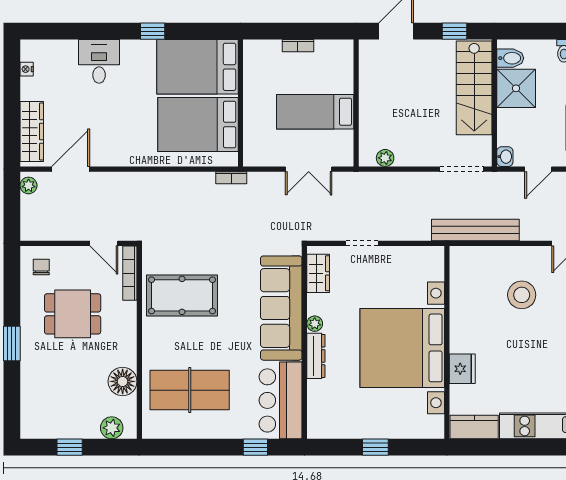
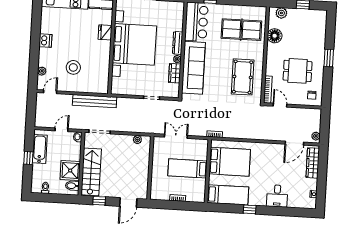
bed: (197, 67) -> (228, 195), width x0.67
bed: (315, 112) -> (188, 168), moved, turned 180
wardrobe: (318, 273) -> (175, 73), moved
pool table: (182, 295) -> (243, 77), turned 90

